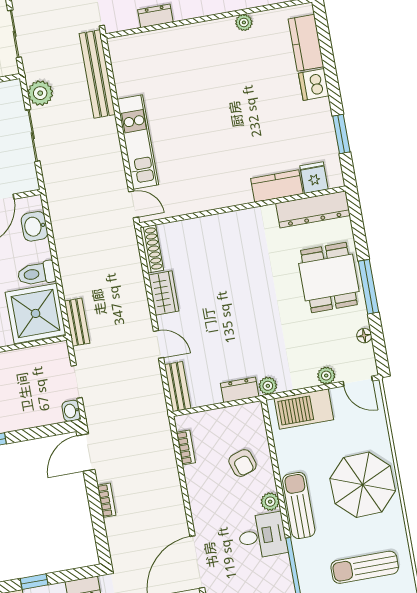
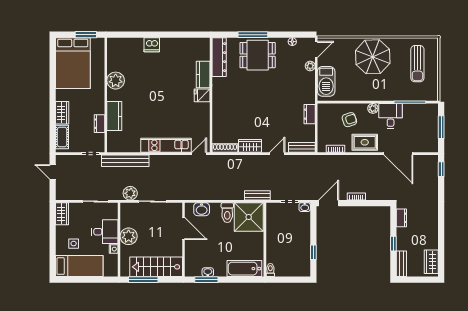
plant: (244, 22) -> (116, 81), width x1.87, depth x1.87
kitchen counter: (306, 43) -> (114, 116), moved, turned -90
window: (341, 134) -> (181, 35), removed
fridge: (314, 178) -> (202, 95), moved
window: (369, 287) -> (253, 35), moved
plant: (268, 386) -> (310, 99), removed
door: (86, 453) -> (329, 203), swing flipped
rug: (207, 498) -> (365, 142), added
sun lounger: (299, 505) -> (378, 93), removed

